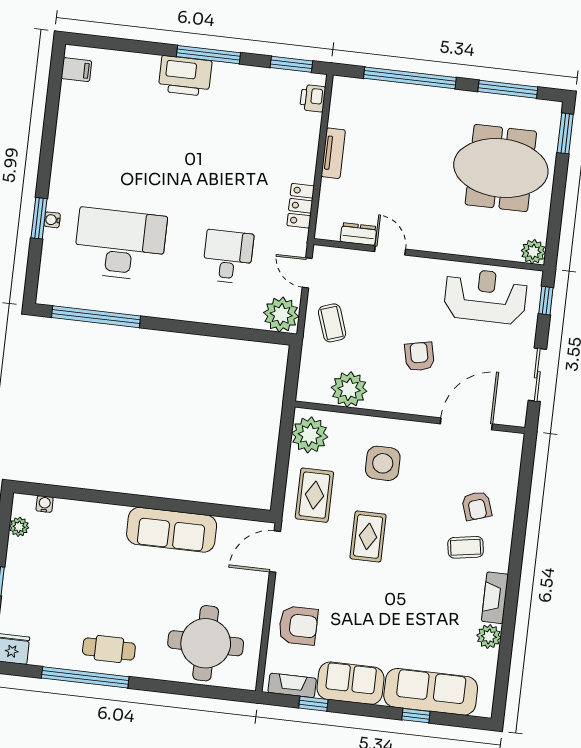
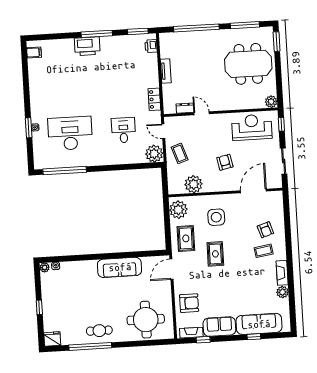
plant: (19, 527) -> (45, 267), moved

